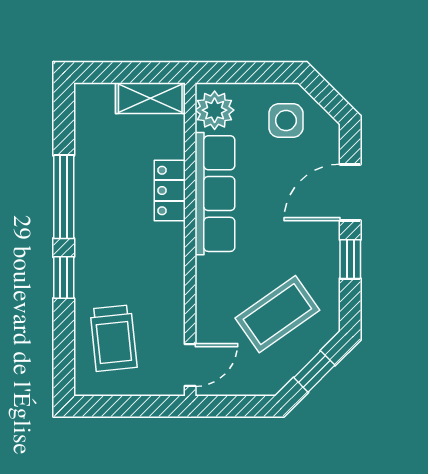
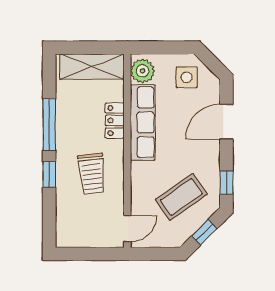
shelving: (150, 98) -> (92, 67), width x1.50, depth x1.33
window: (350, 259) -> (226, 183), moved
trolley: (114, 338) -> (92, 174), moved

